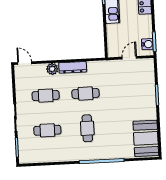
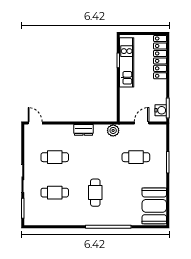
dresser: (73, 67) -> (84, 130), width x0.70
plant: (52, 69) -> (113, 130), moved
cafe table: (86, 94) -> (136, 157), moved

